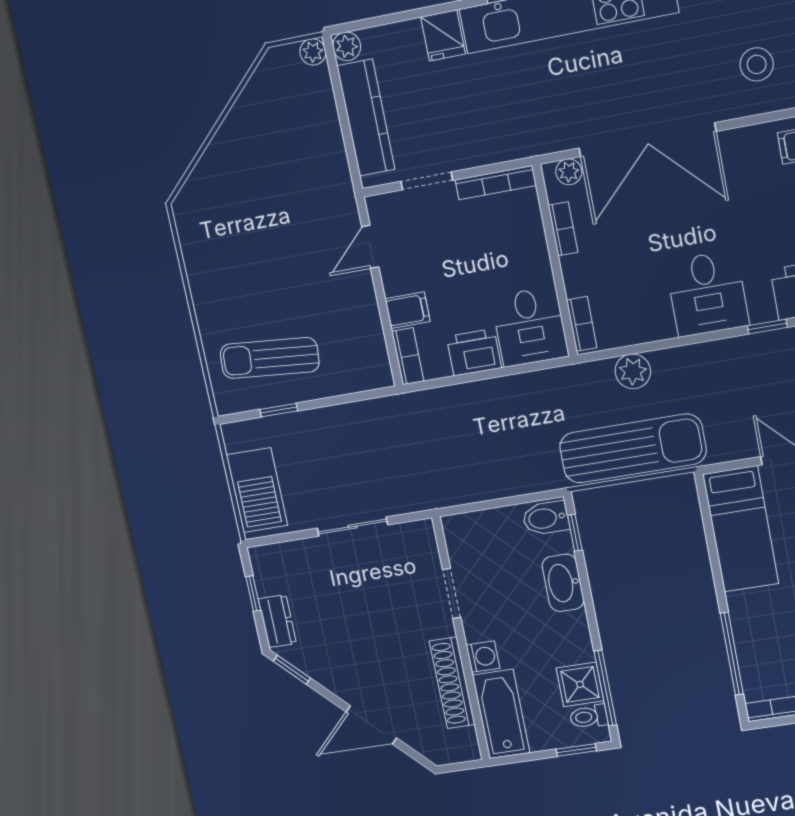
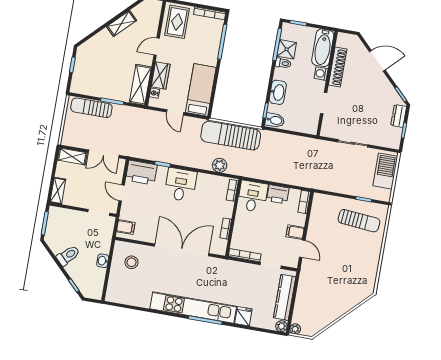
plant: (569, 172) -> (215, 249), removed
door: (370, 247) -> (302, 249), hinge flipped
filing cabinet: (408, 310) -> (295, 232), moved
toilet: (589, 717) -> (283, 63), moved

